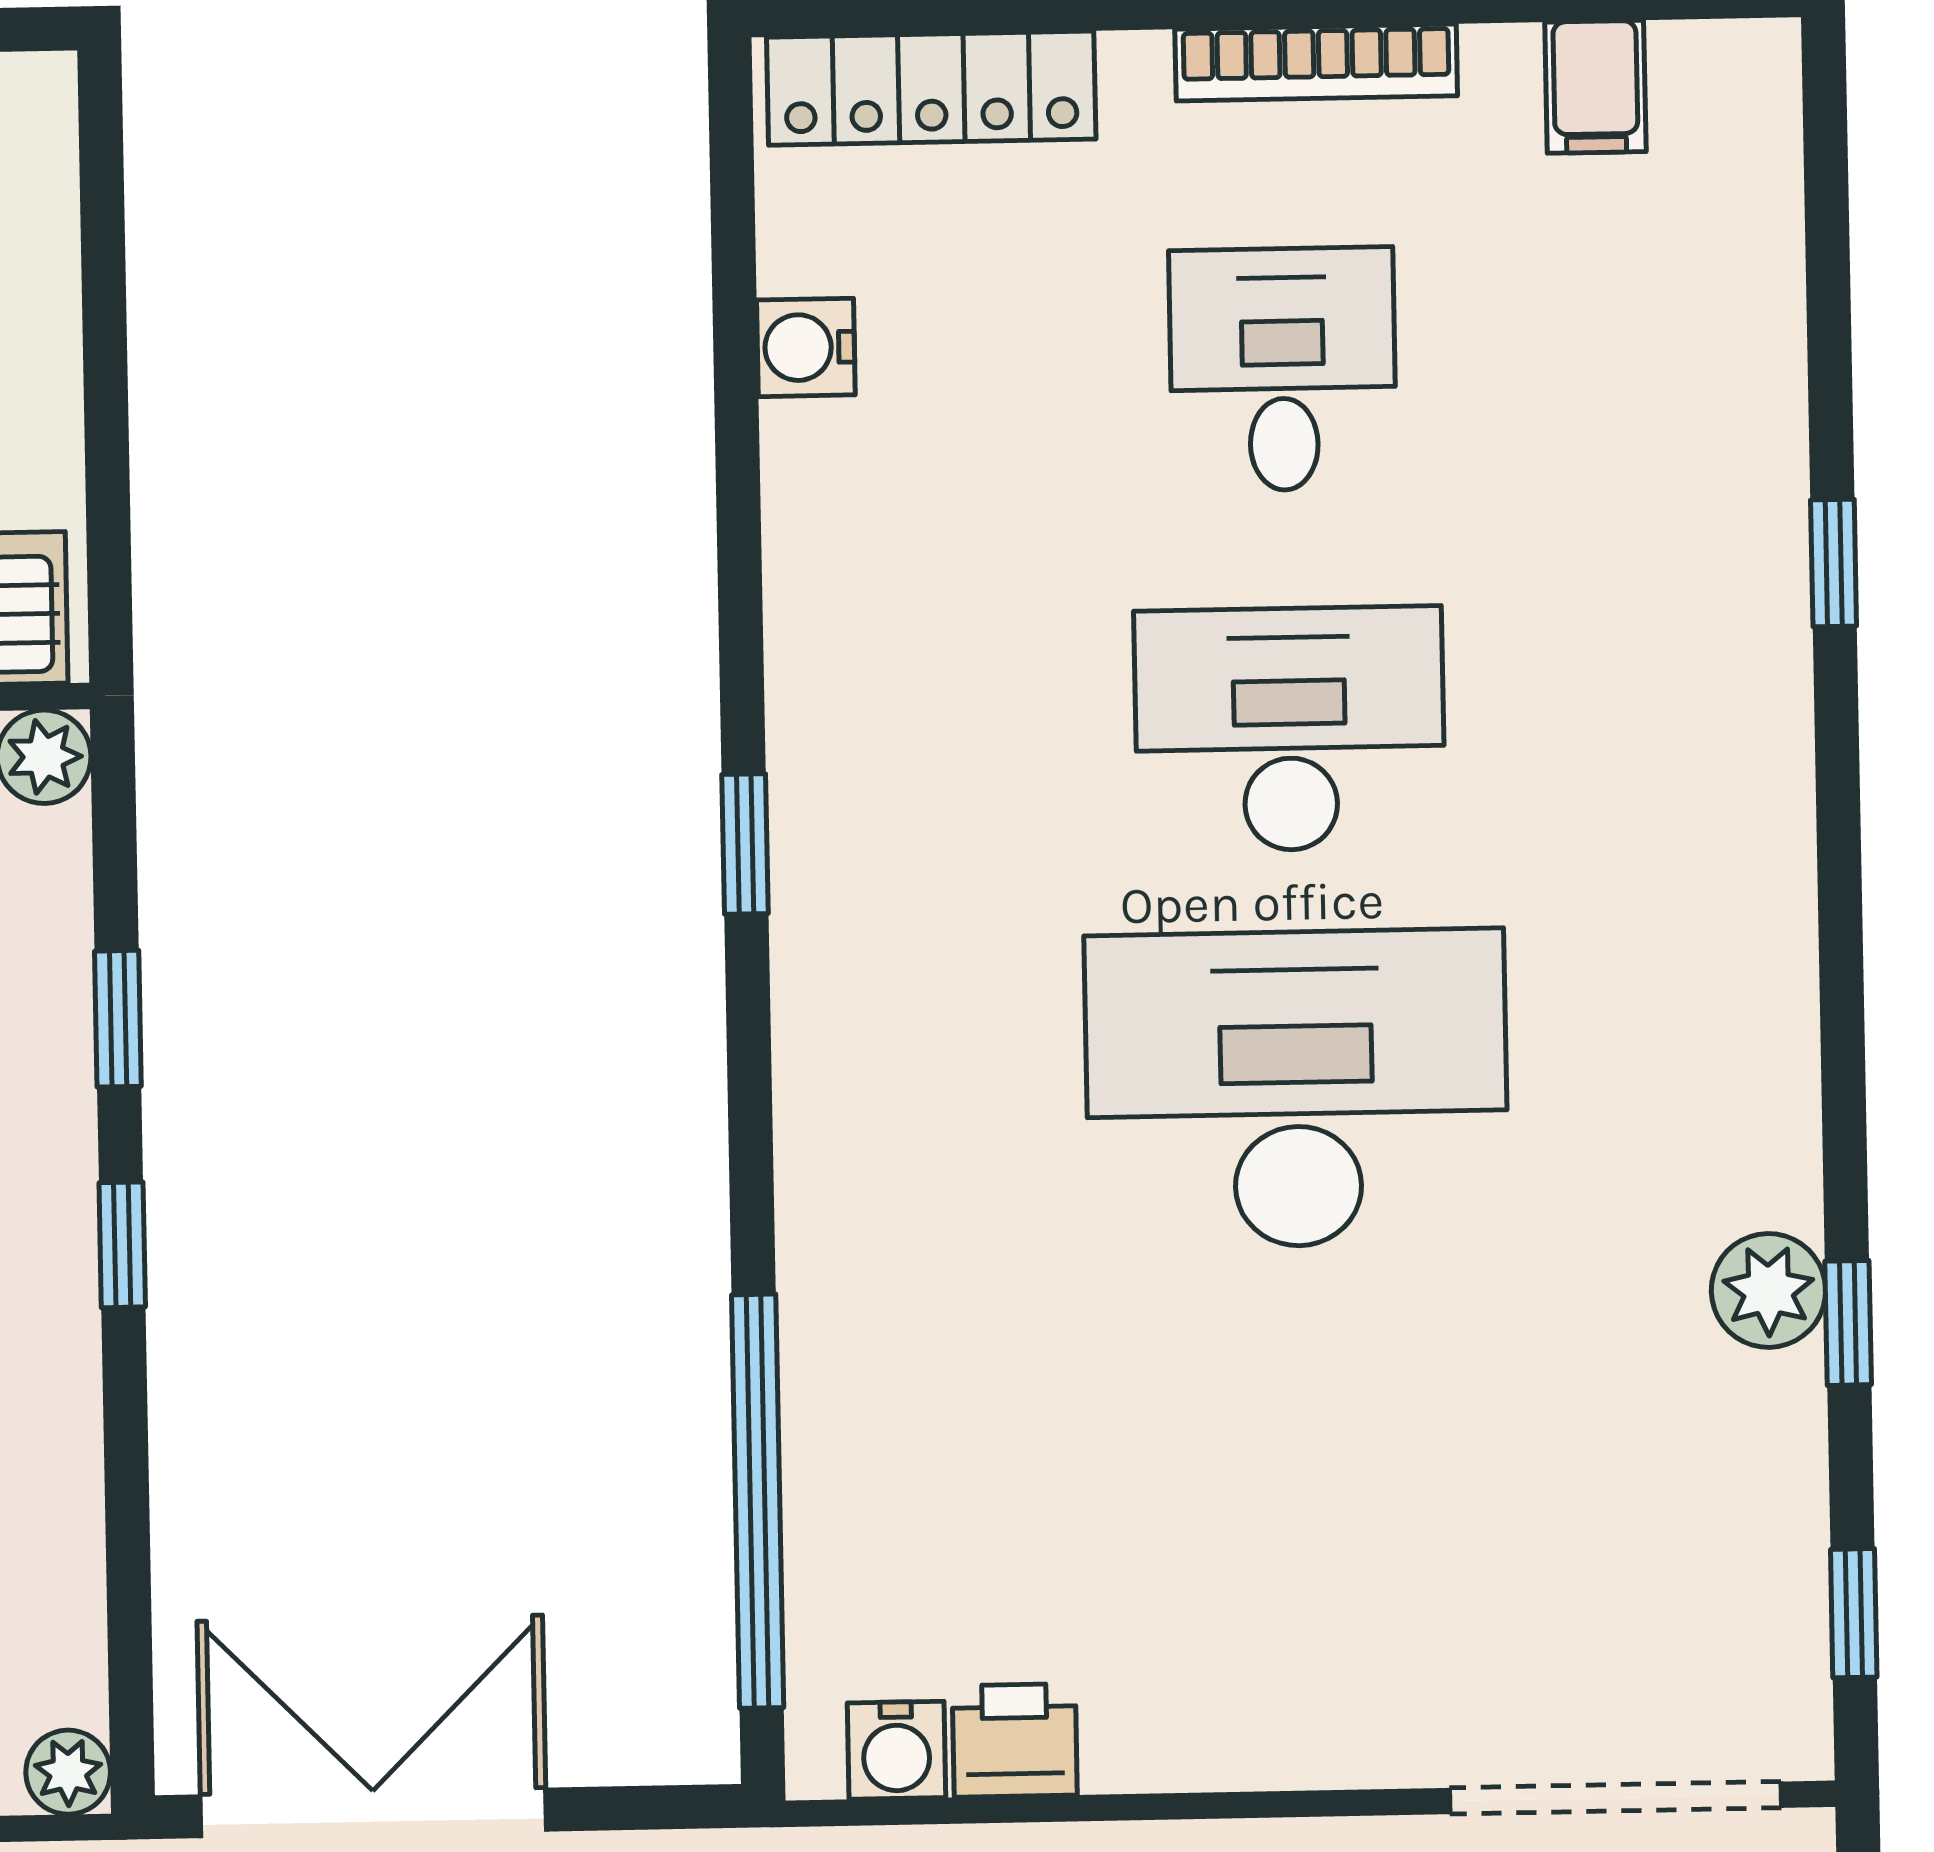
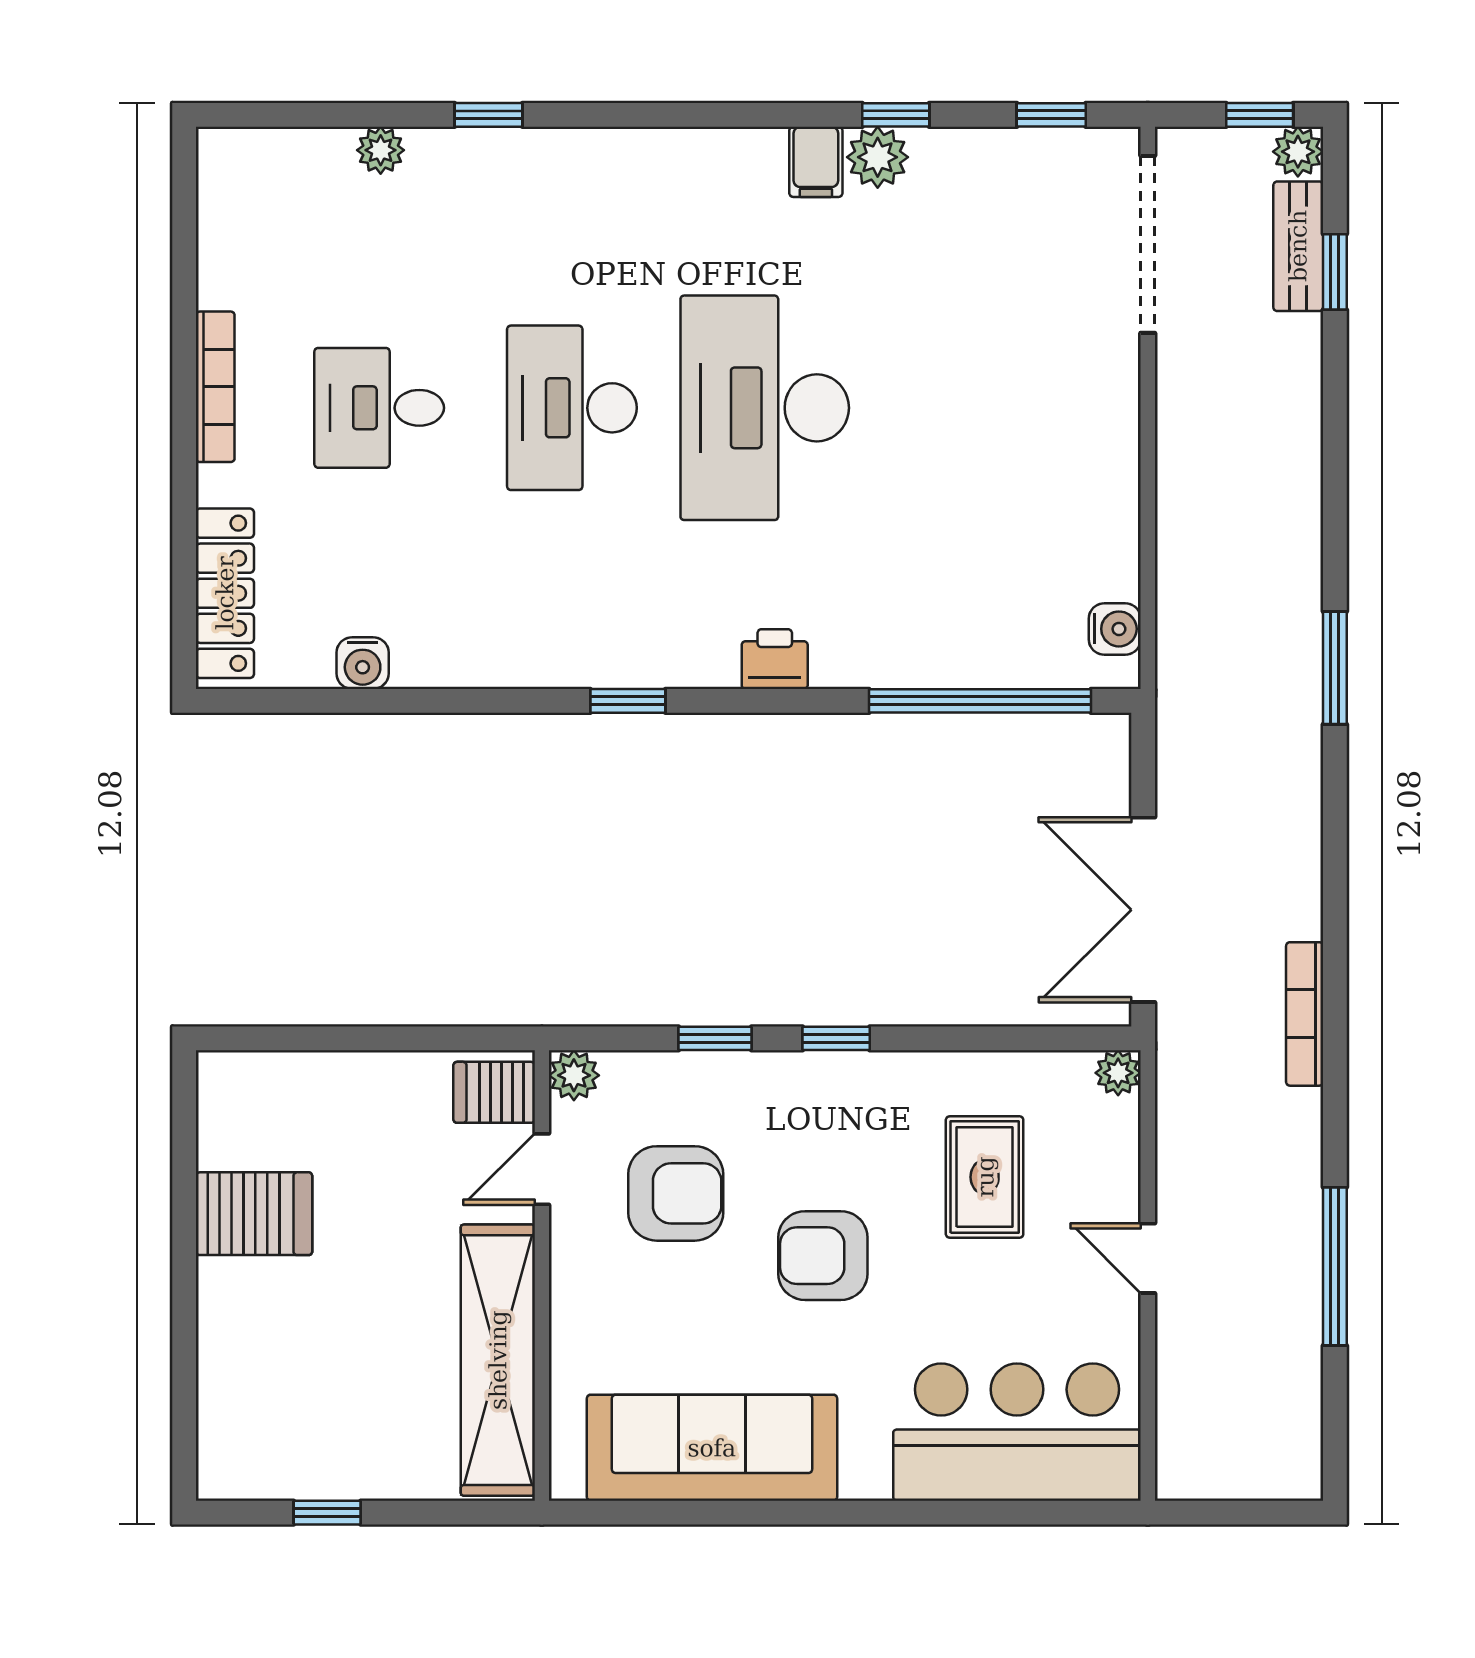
filing cabinet: (1595, 87) -> (816, 162), moved, turned 90
plant: (1764, 363) -> (381, 150), added
printer: (1015, 1740) -> (775, 659), moved, turned 90

